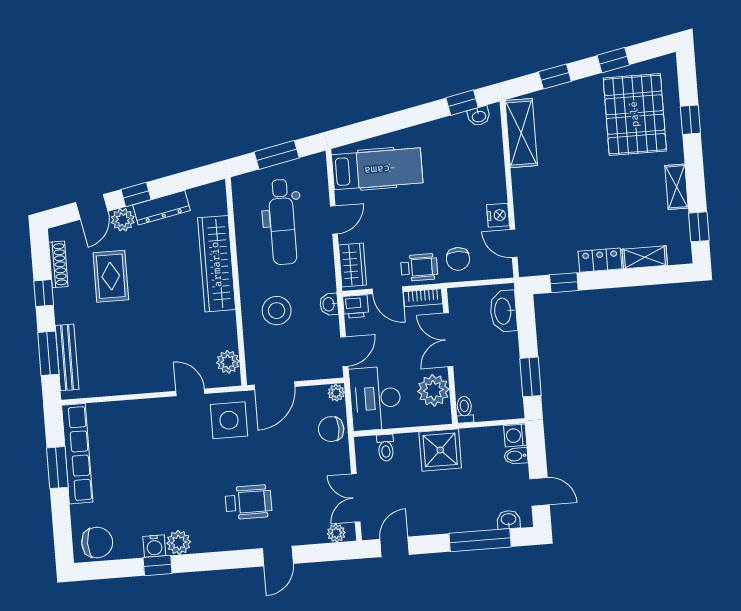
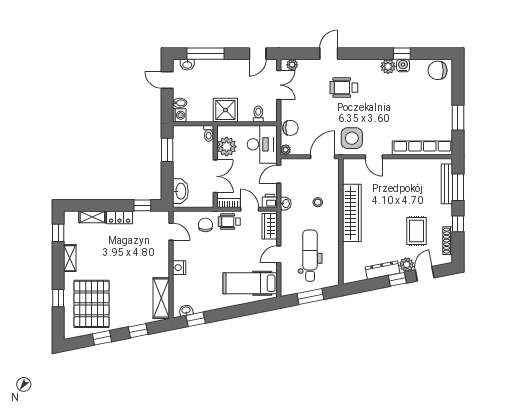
nightstand: (498, 215) -> (179, 268), moved
wardrobe: (217, 264) -> (352, 213), moved
stool: (277, 311) -> (318, 202), width x0.53, depth x0.53
plant: (228, 362) -> (350, 174), removed
row of seats: (77, 454) -> (422, 148), moved, turned 90

